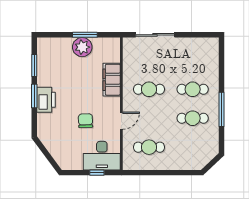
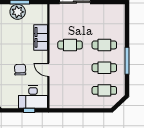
door: (121, 121) -> (48, 70), swing flipped
cafe table: (149, 147) -> (104, 90), moved

